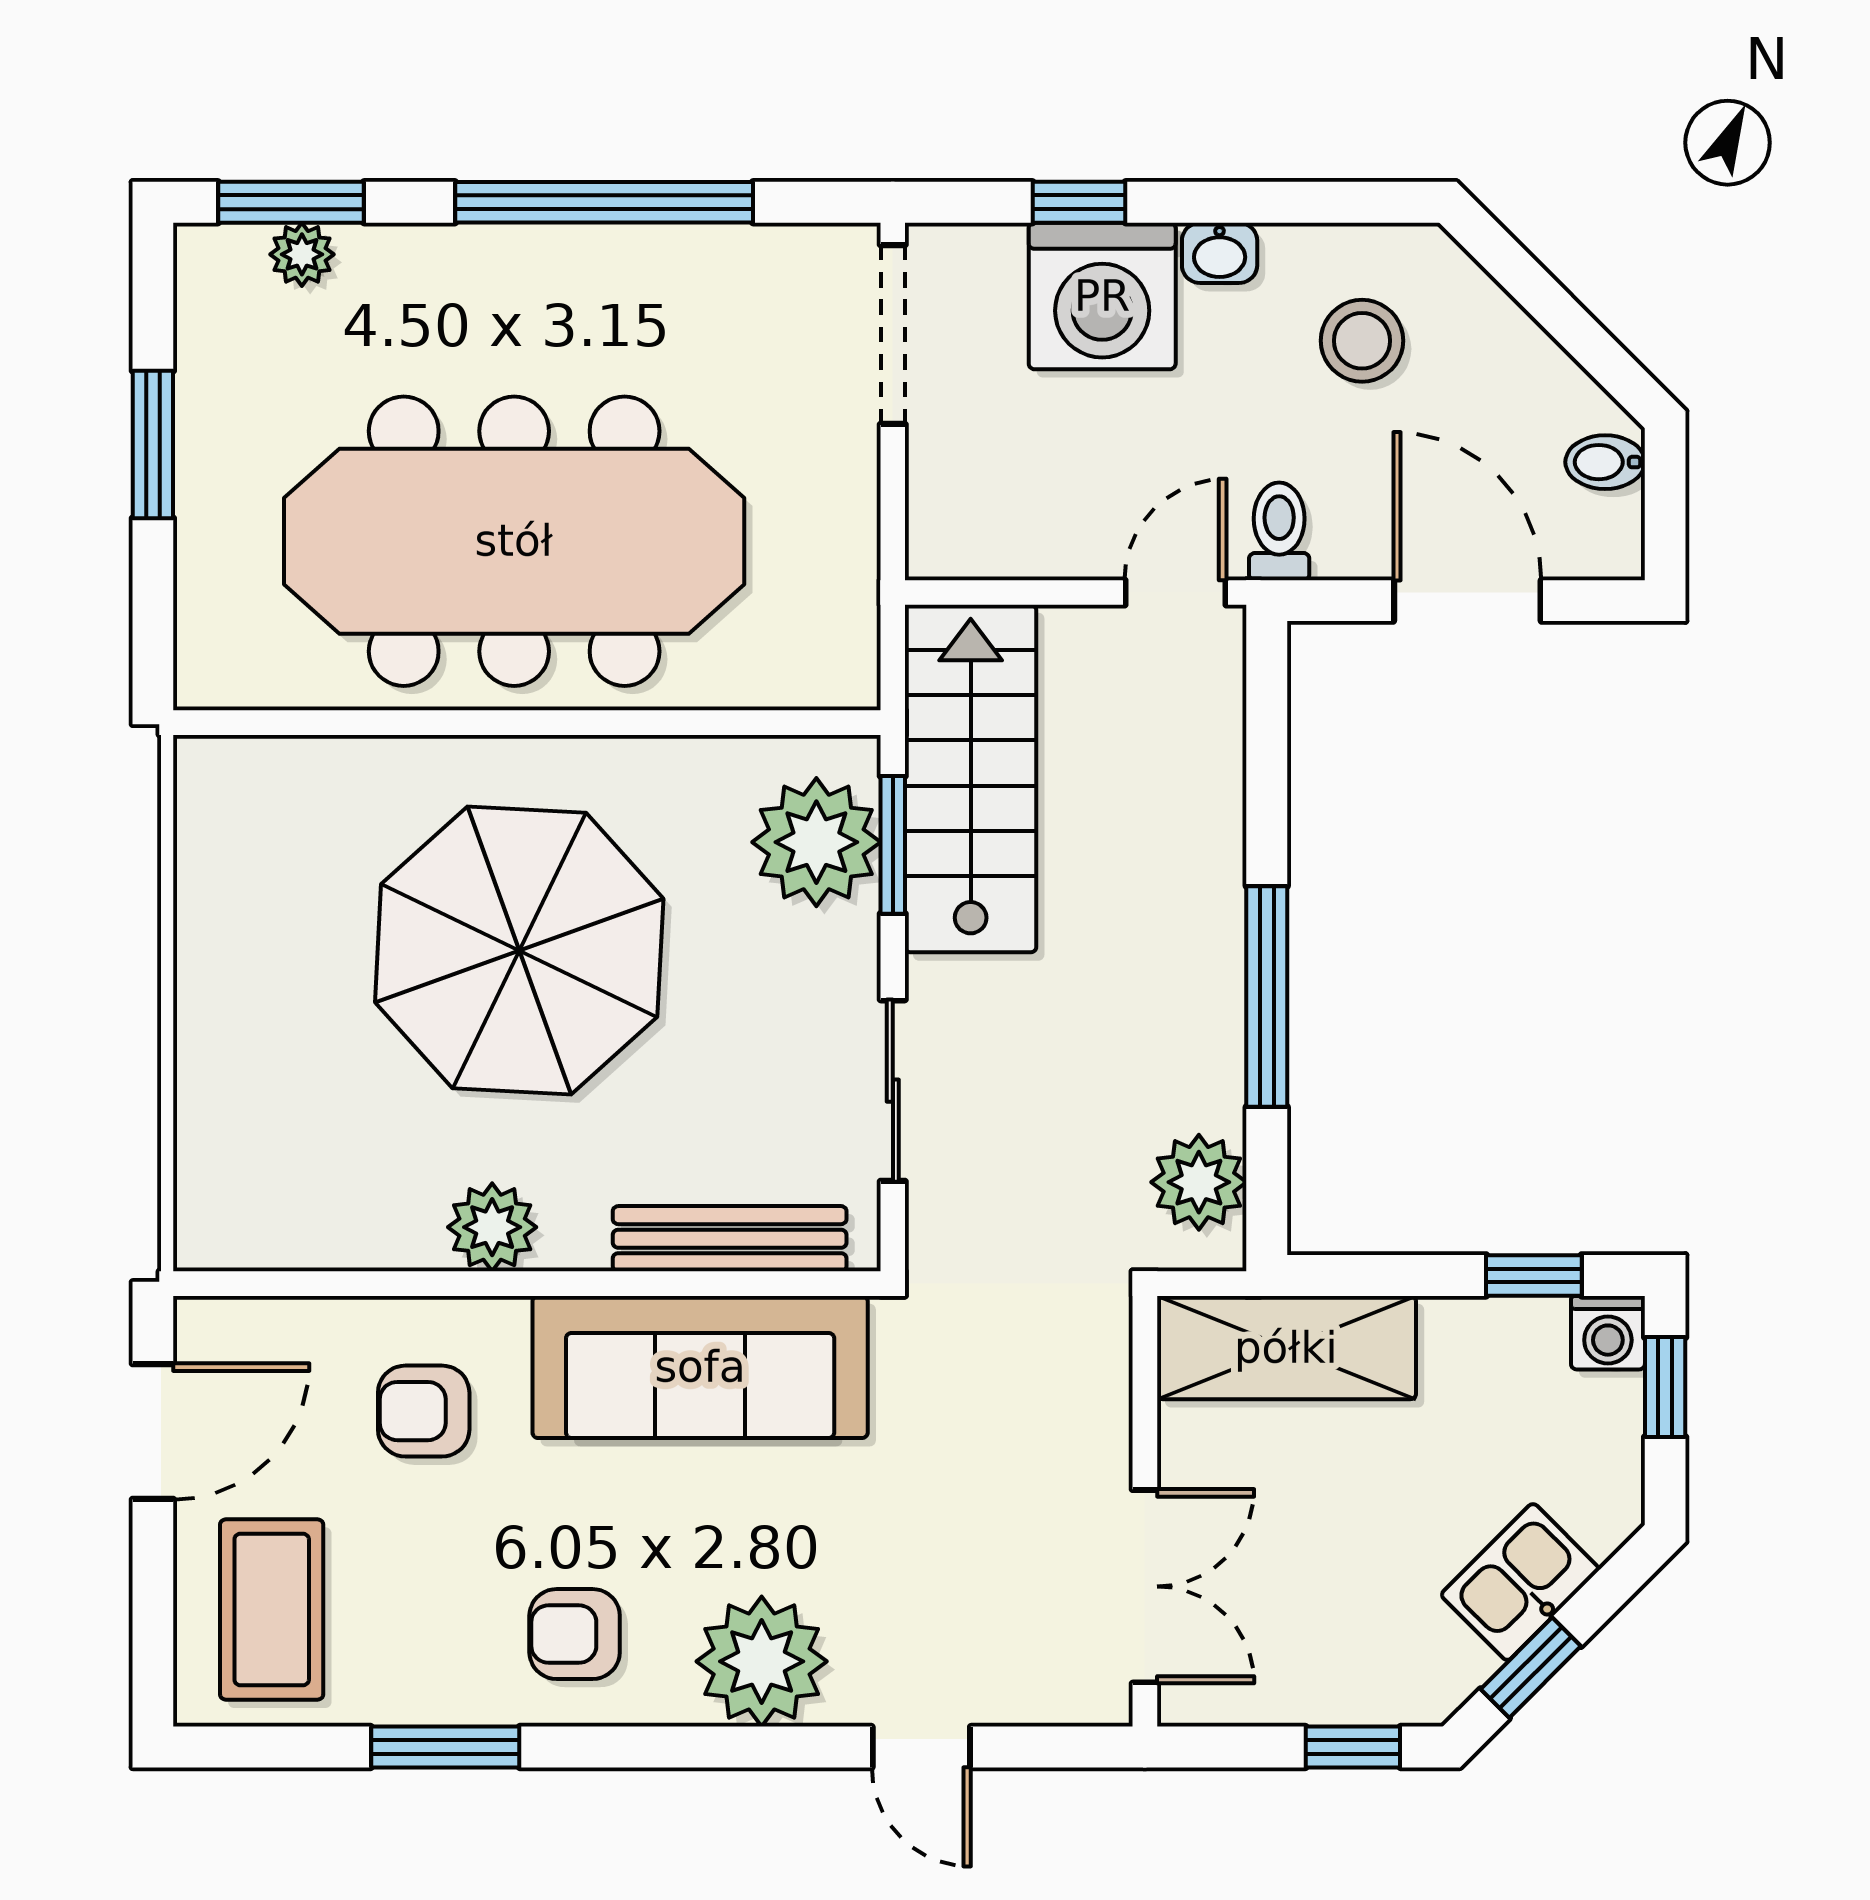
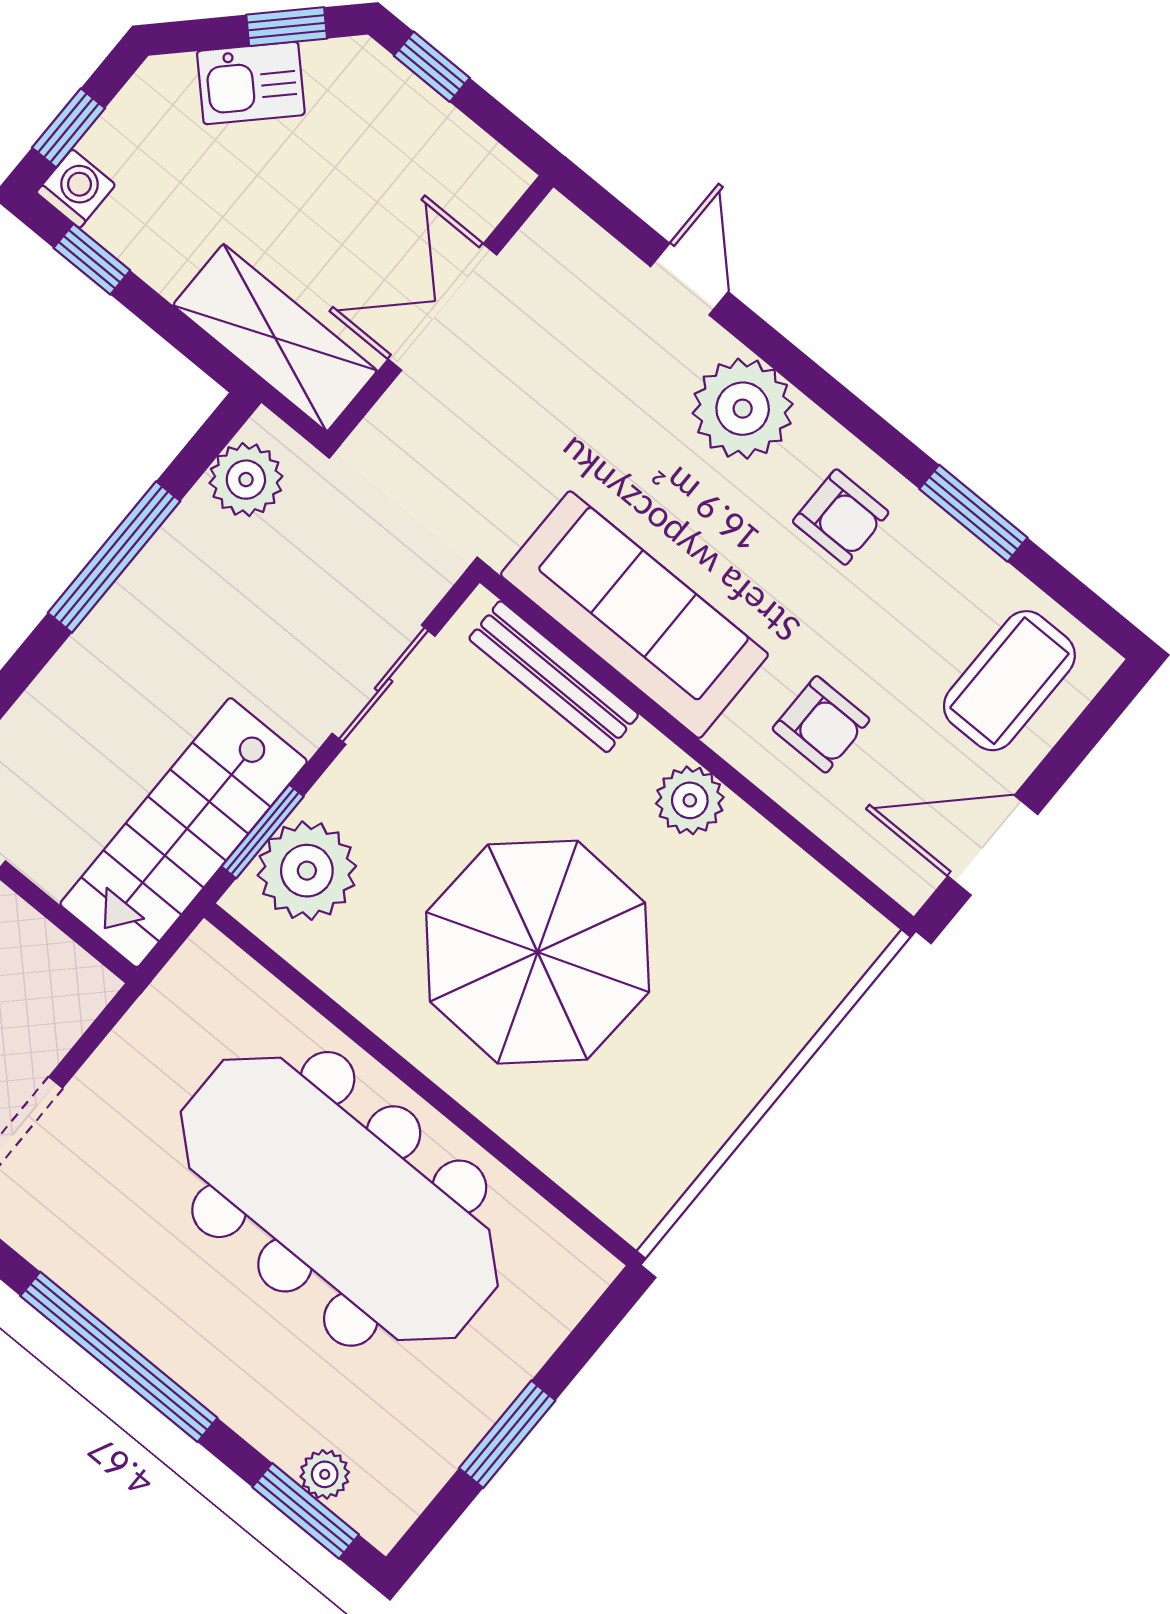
double door: (1145, 1586) -> (442, 307), moved

